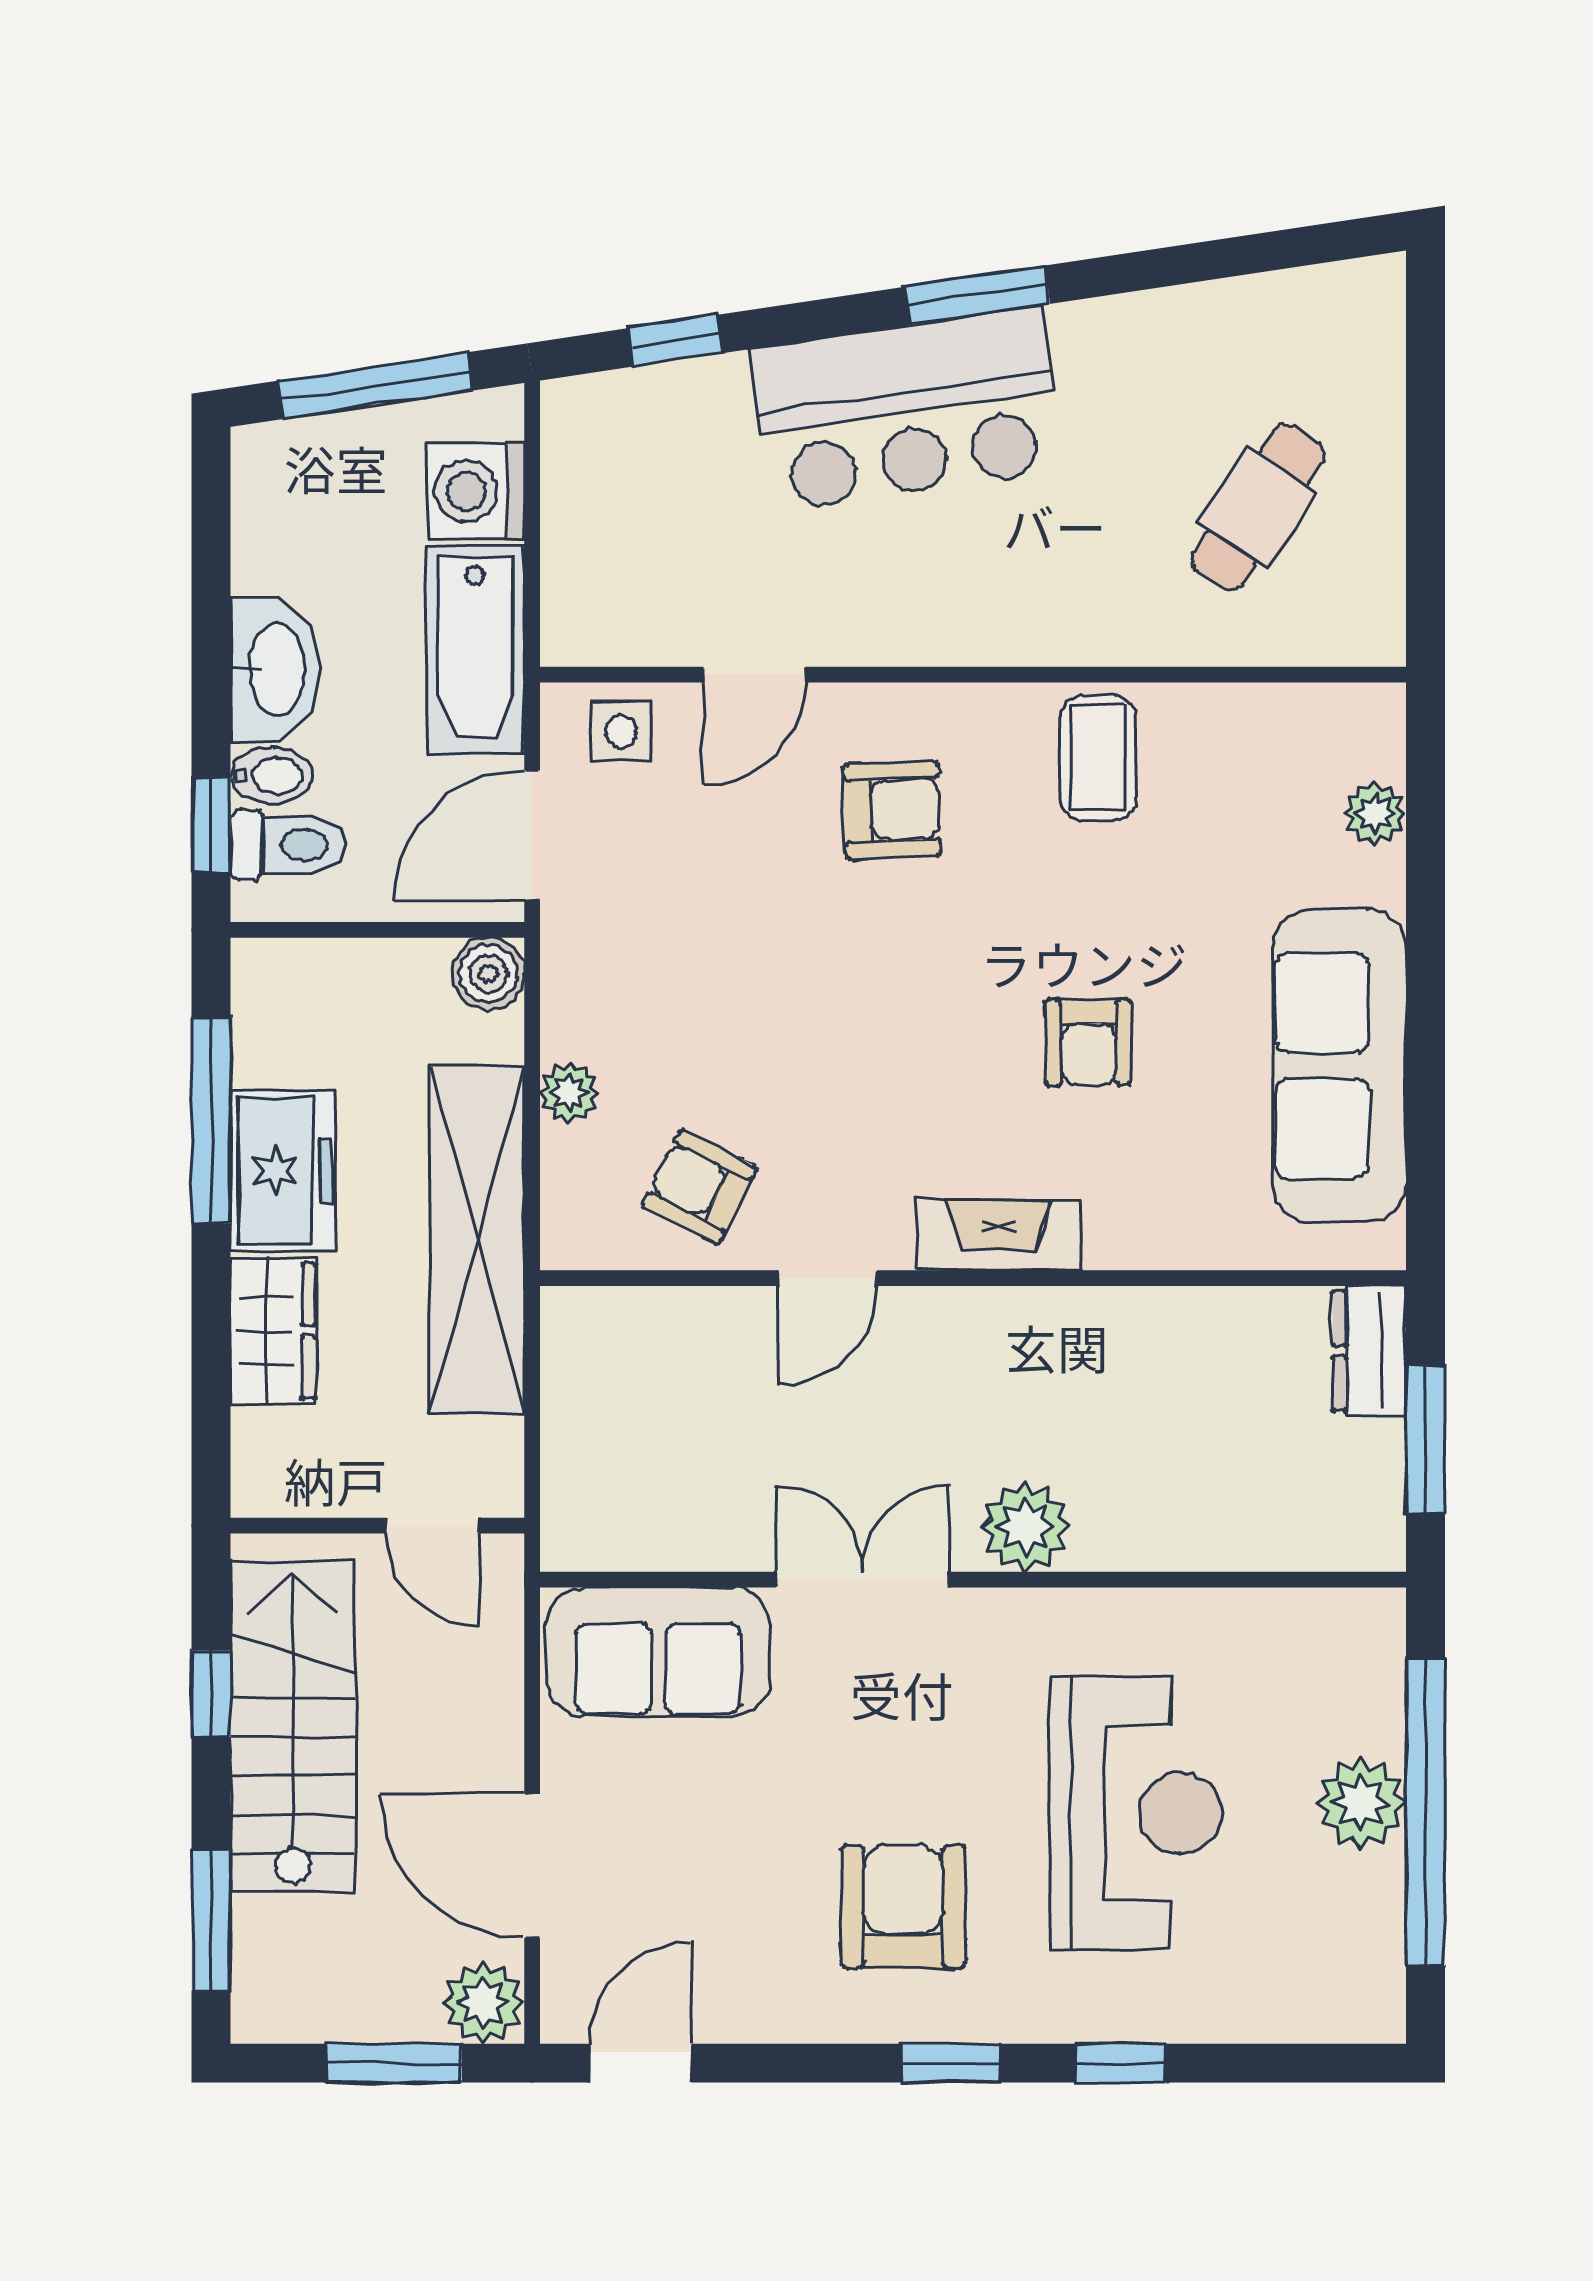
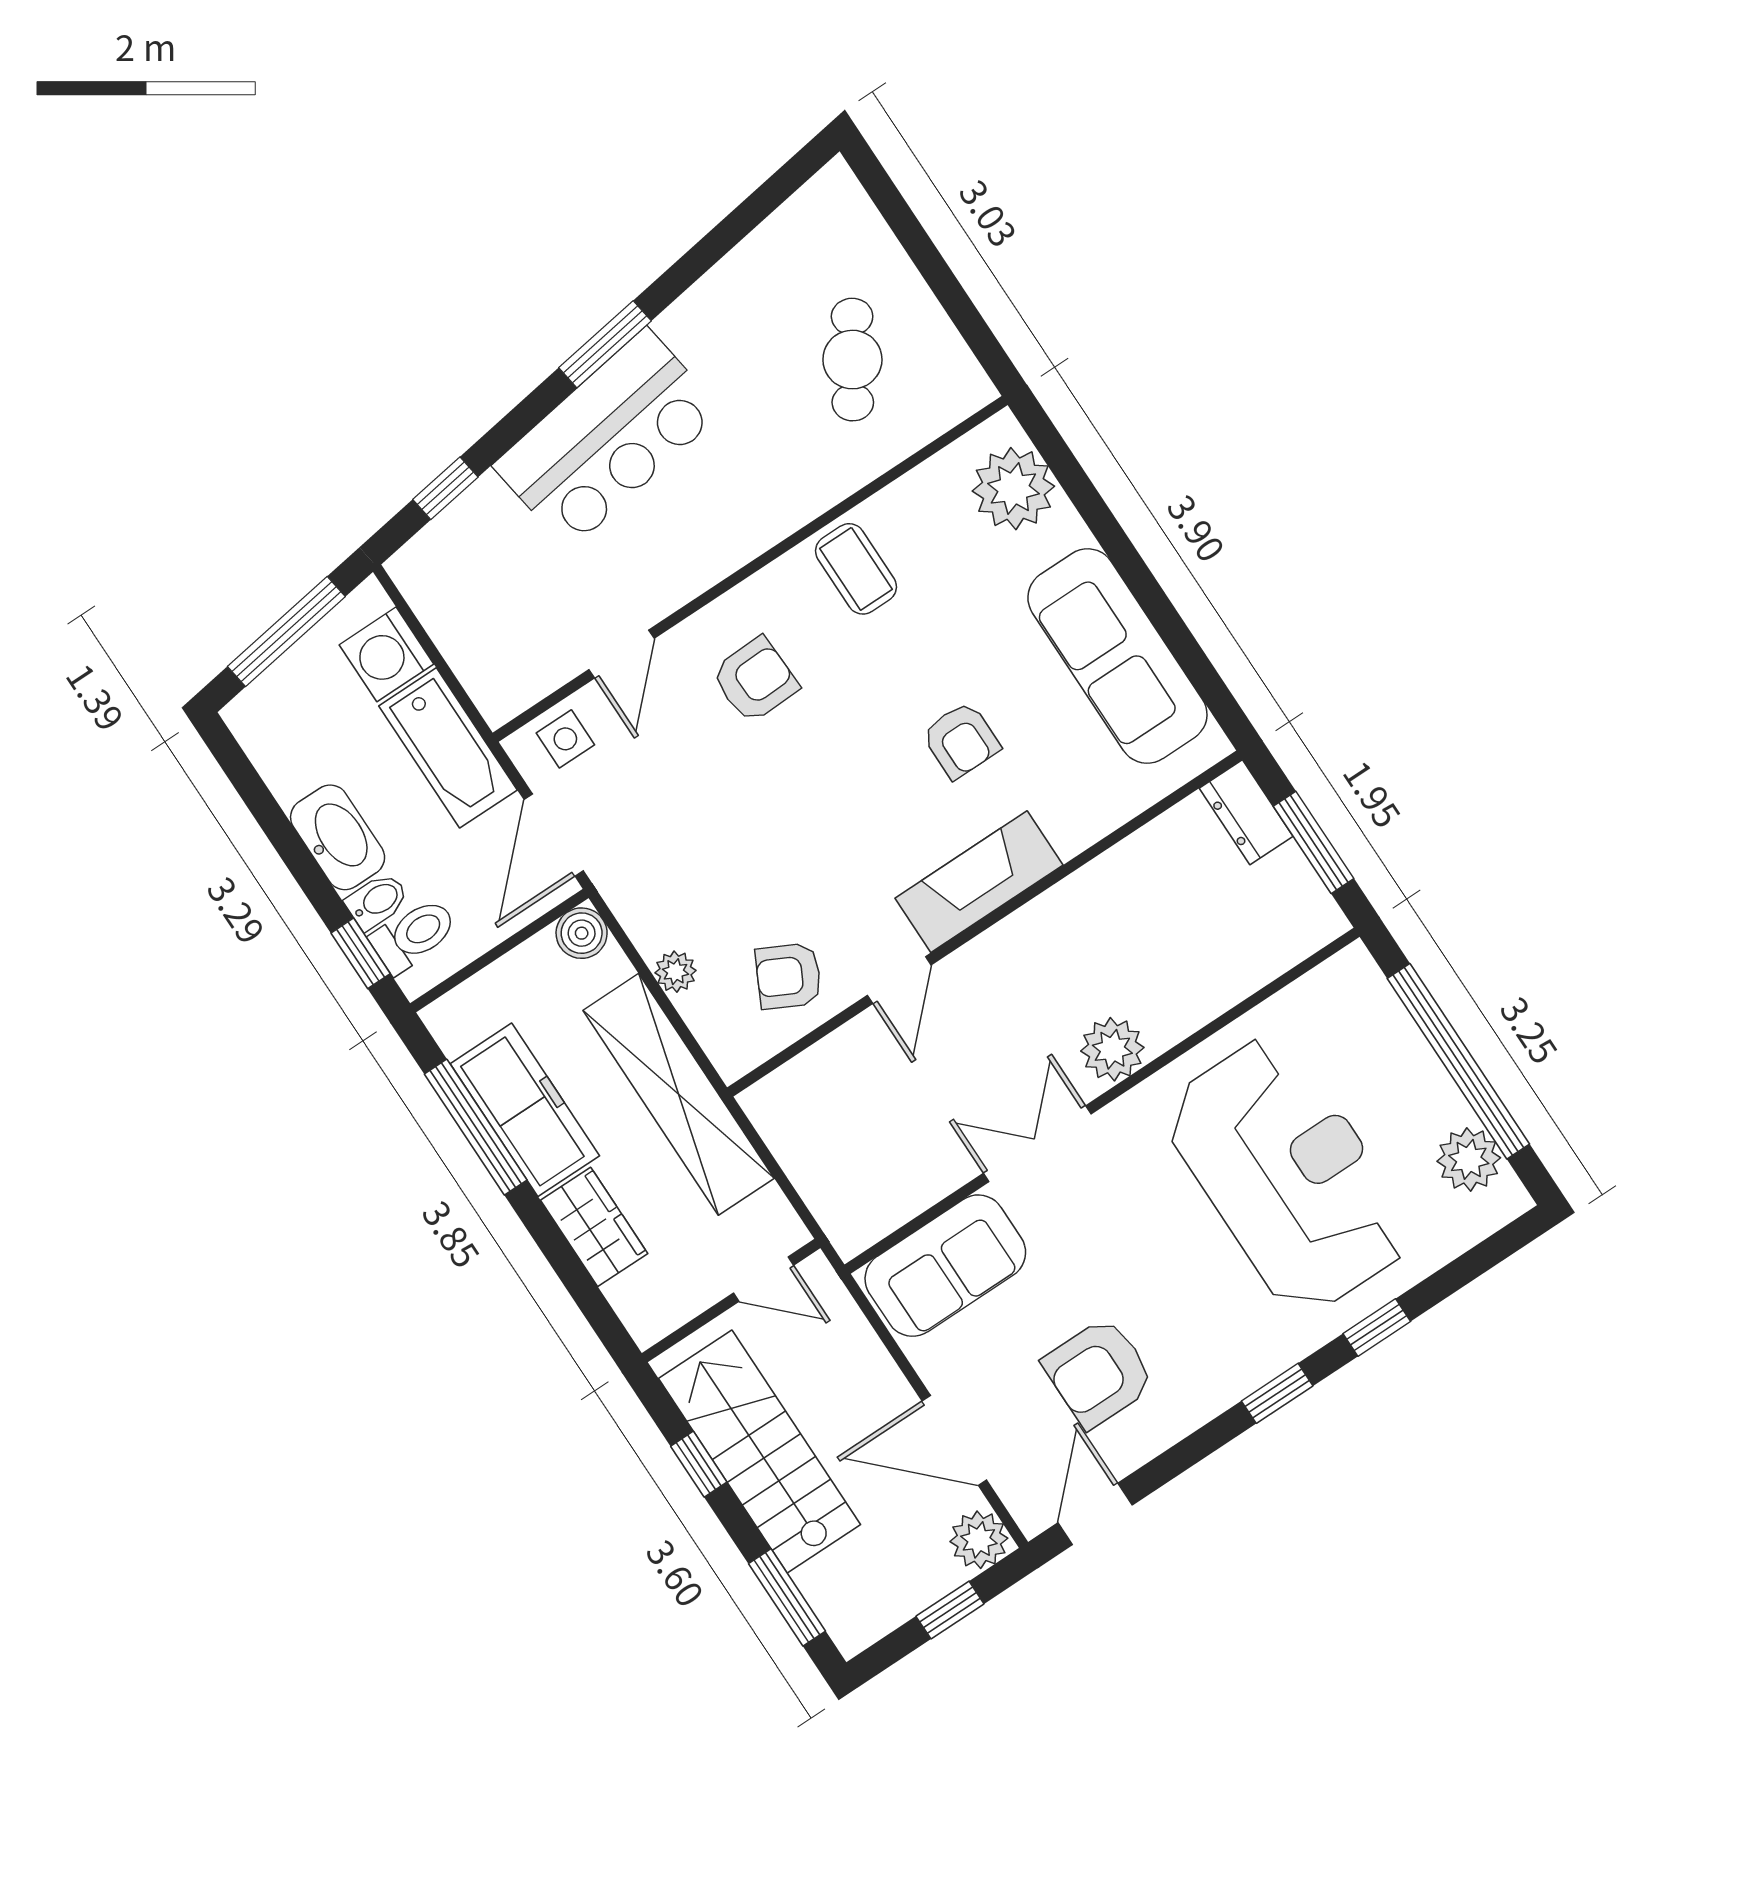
plant: (1375, 813) -> (1013, 489), width x1.87, depth x1.87
freezer: (283, 1171) -> (525, 1110), width x1.40
fireplace: (999, 1235) -> (979, 882), width x1.37, depth x1.32
plant: (1361, 1803) -> (1469, 1159), moved
reception desk: (1136, 1813) -> (1288, 1175), width x1.36, depth x1.30
armchair: (903, 1907) -> (1099, 1373), moved, turned -90
window: (394, 2063) -> (950, 1610), width x0.67

